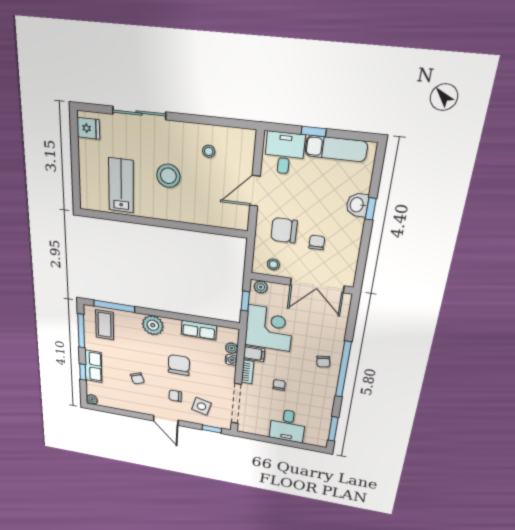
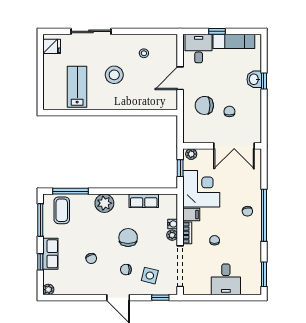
stool: (273, 264) -> (199, 134), removed
plant: (232, 348) -> (172, 235), moved

